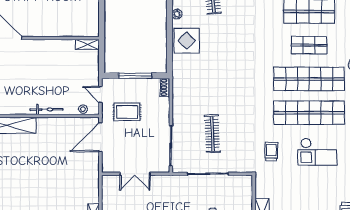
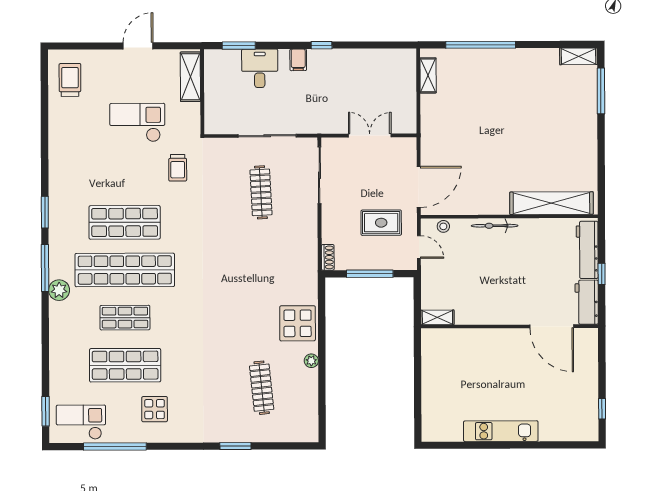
shop shelf: (309, 113) -> (125, 222), width x0.71
checkout: (317, 152) -> (137, 123), moved

